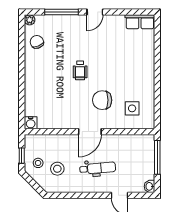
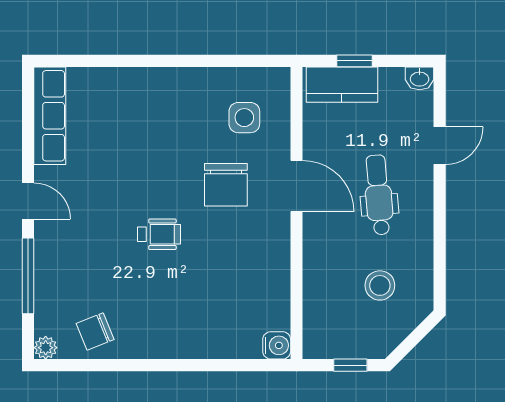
row of seats: (140, 22) -> (50, 116), width x1.48
door: (90, 132) -> (297, 186), moved
kitchen counter: (147, 152) -> (342, 85), added
window: (157, 157) -> (355, 61), width x0.46
stool: (38, 163) -> (367, 329), removed

